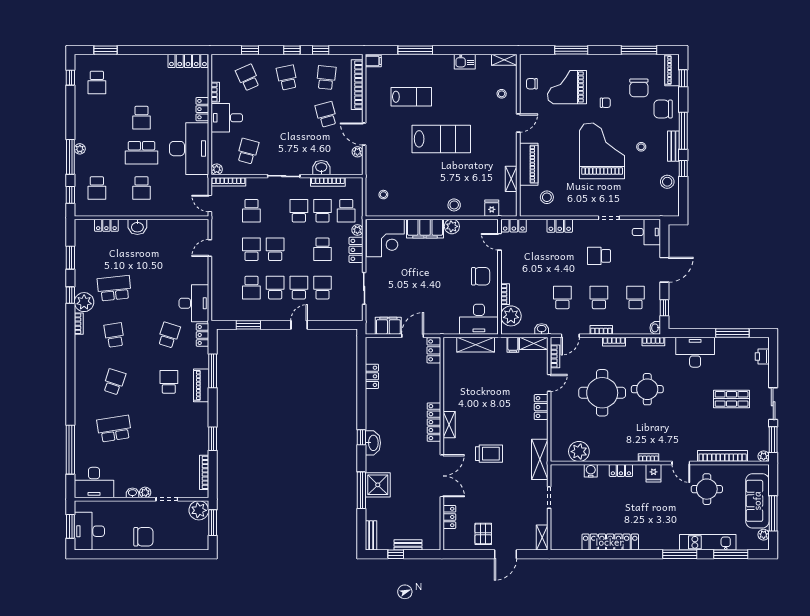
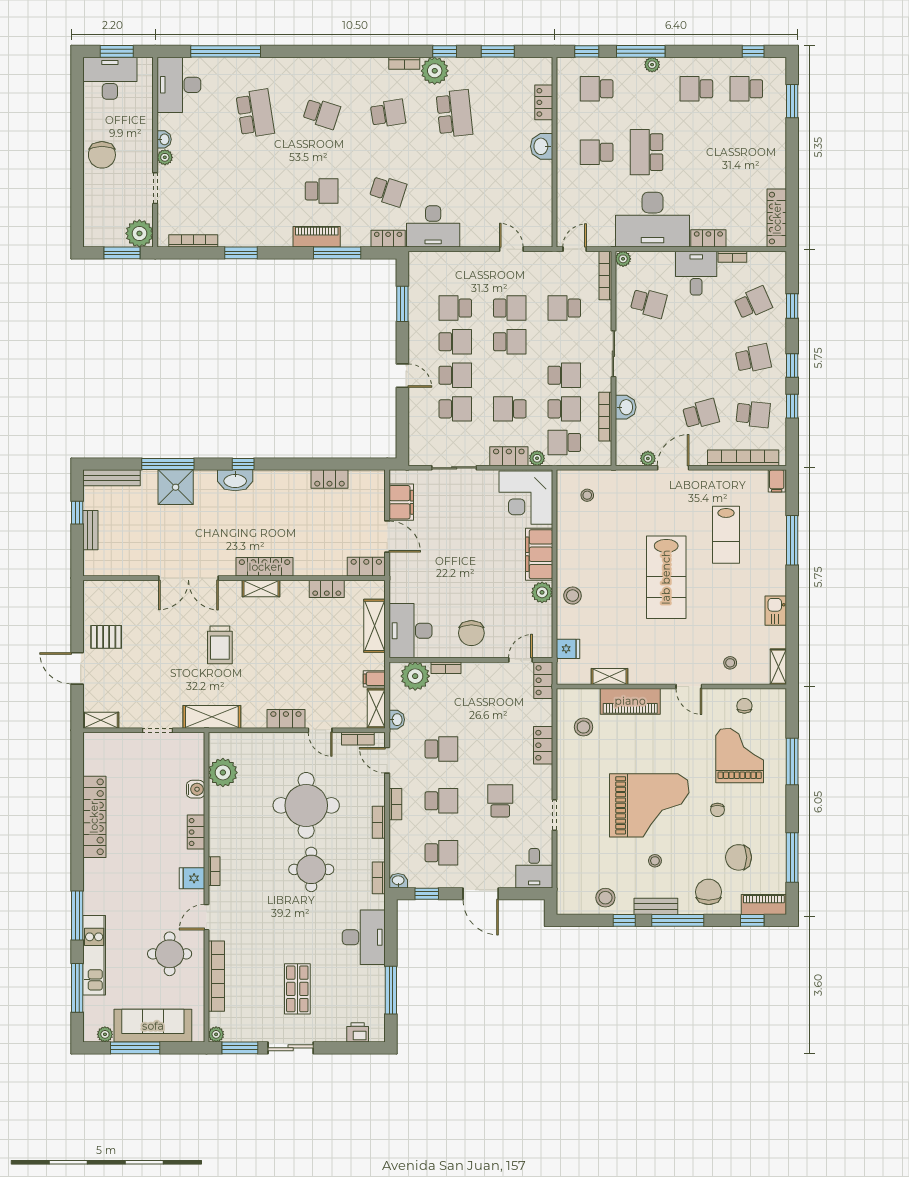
school desk: (141, 118) -> (696, 89), moved
locker: (449, 517) -> (327, 589), moved
bench: (371, 535) -> (112, 478), width x1.36

